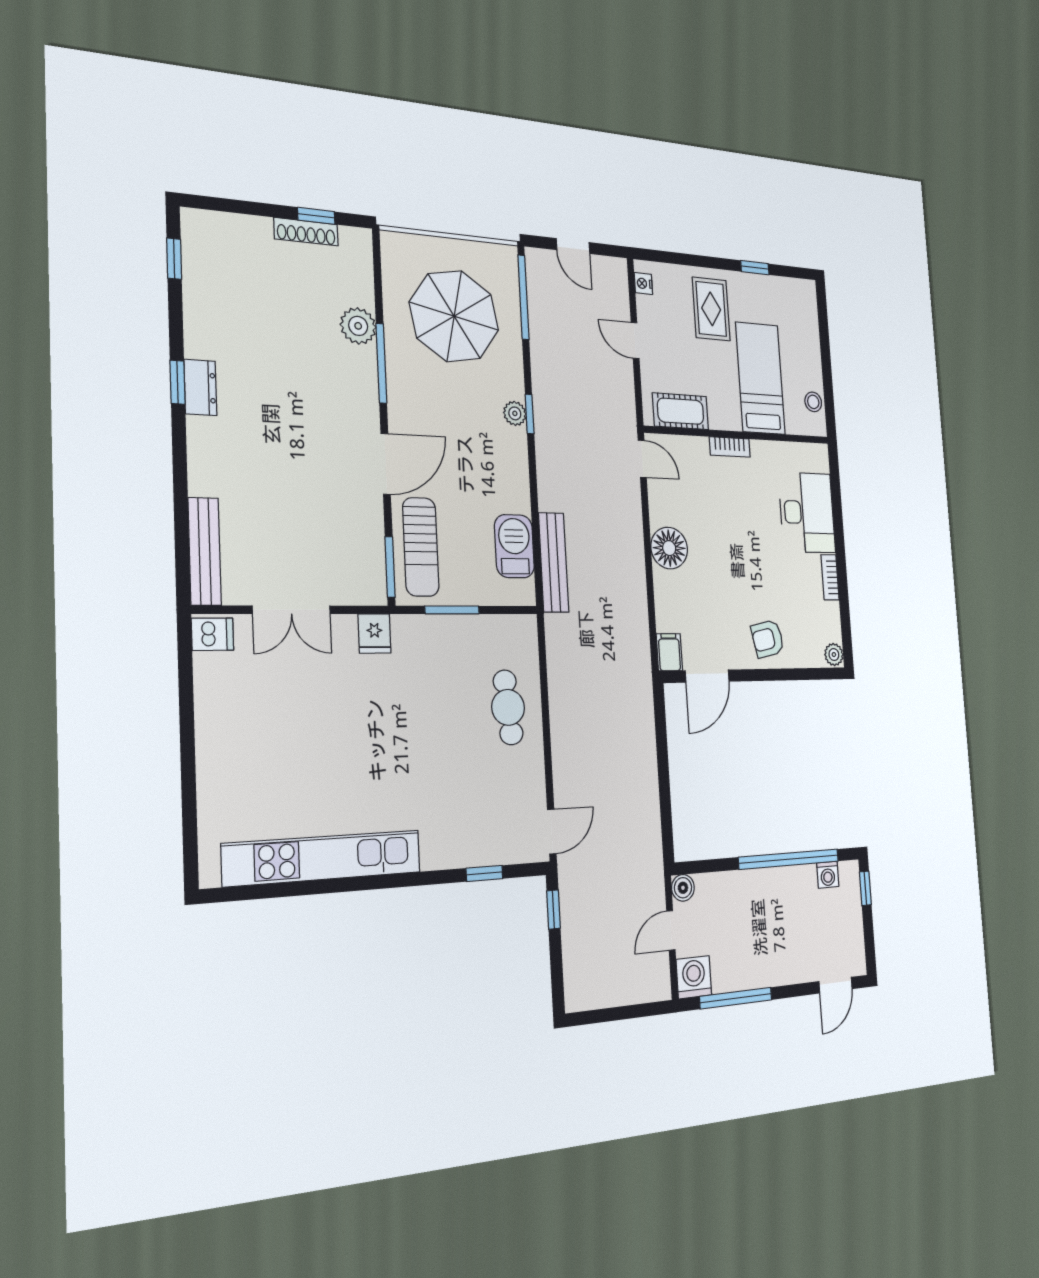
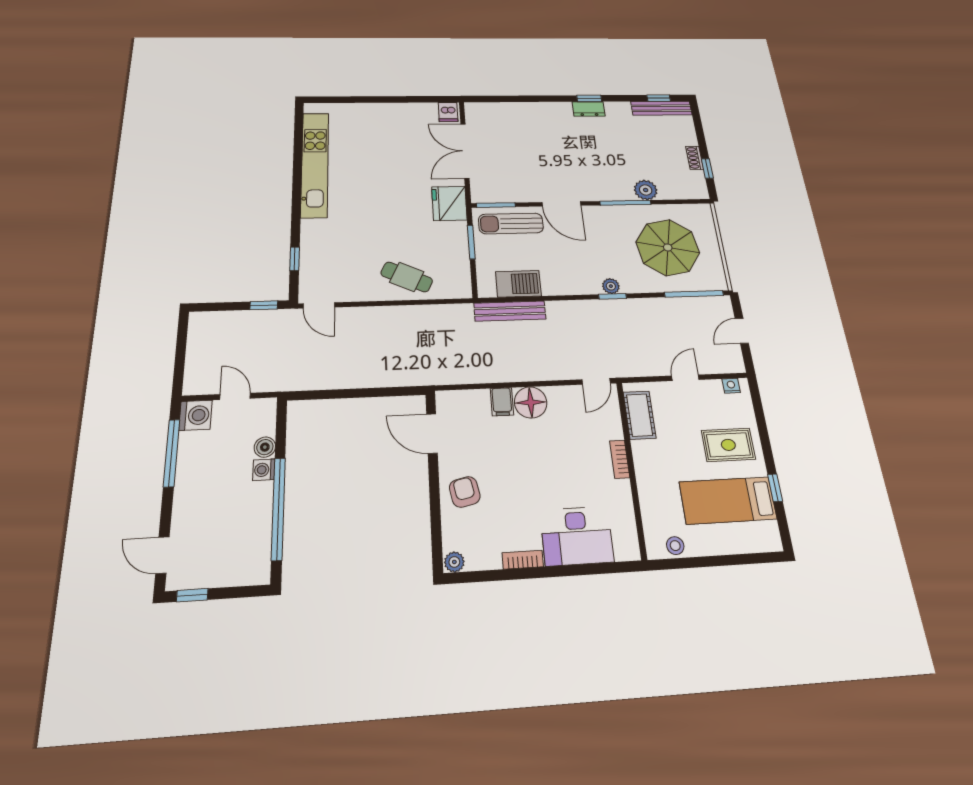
shoe rack: (306, 232) -> (695, 158), width x0.70
bed: (760, 378) -> (728, 500), moved, turned 180
bench: (205, 551) -> (661, 108), moved
double door: (292, 610) -> (465, 151), width x1.37
fridge: (374, 633) -> (449, 203), width x1.88, depth x1.34
filing cabinet: (669, 652) -> (502, 402), moved, turned 90
cafe table: (508, 707) -> (407, 277), turned 30
washing machine: (828, 875) -> (264, 470), moved
boiler: (683, 888) -> (265, 447), moved
window: (865, 888) -> (192, 595), moved

